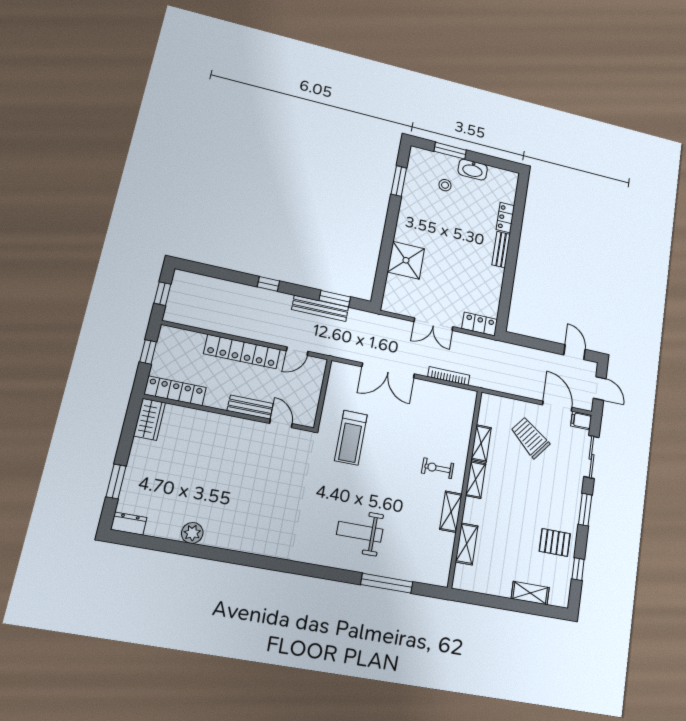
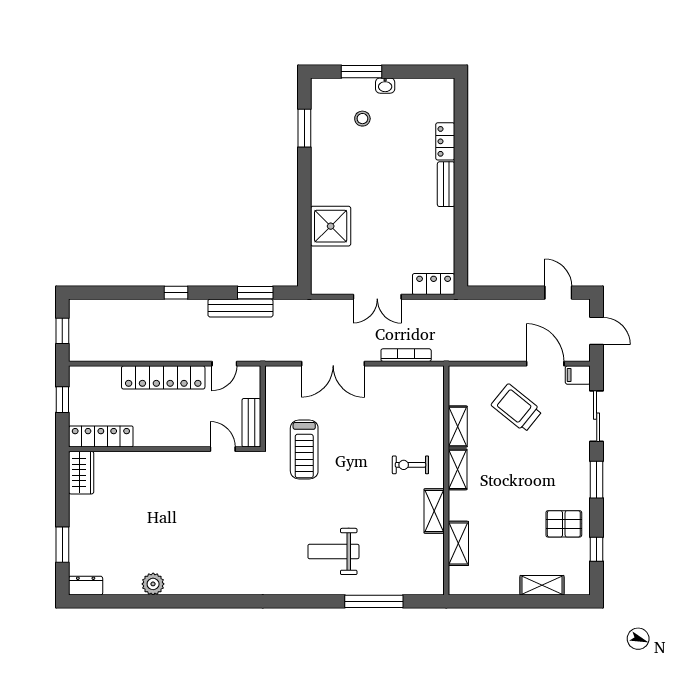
washbasin: (473, 170) -> (385, 86), width x0.52, depth x0.69
bench: (250, 407) -> (251, 423), moved, turned 90

